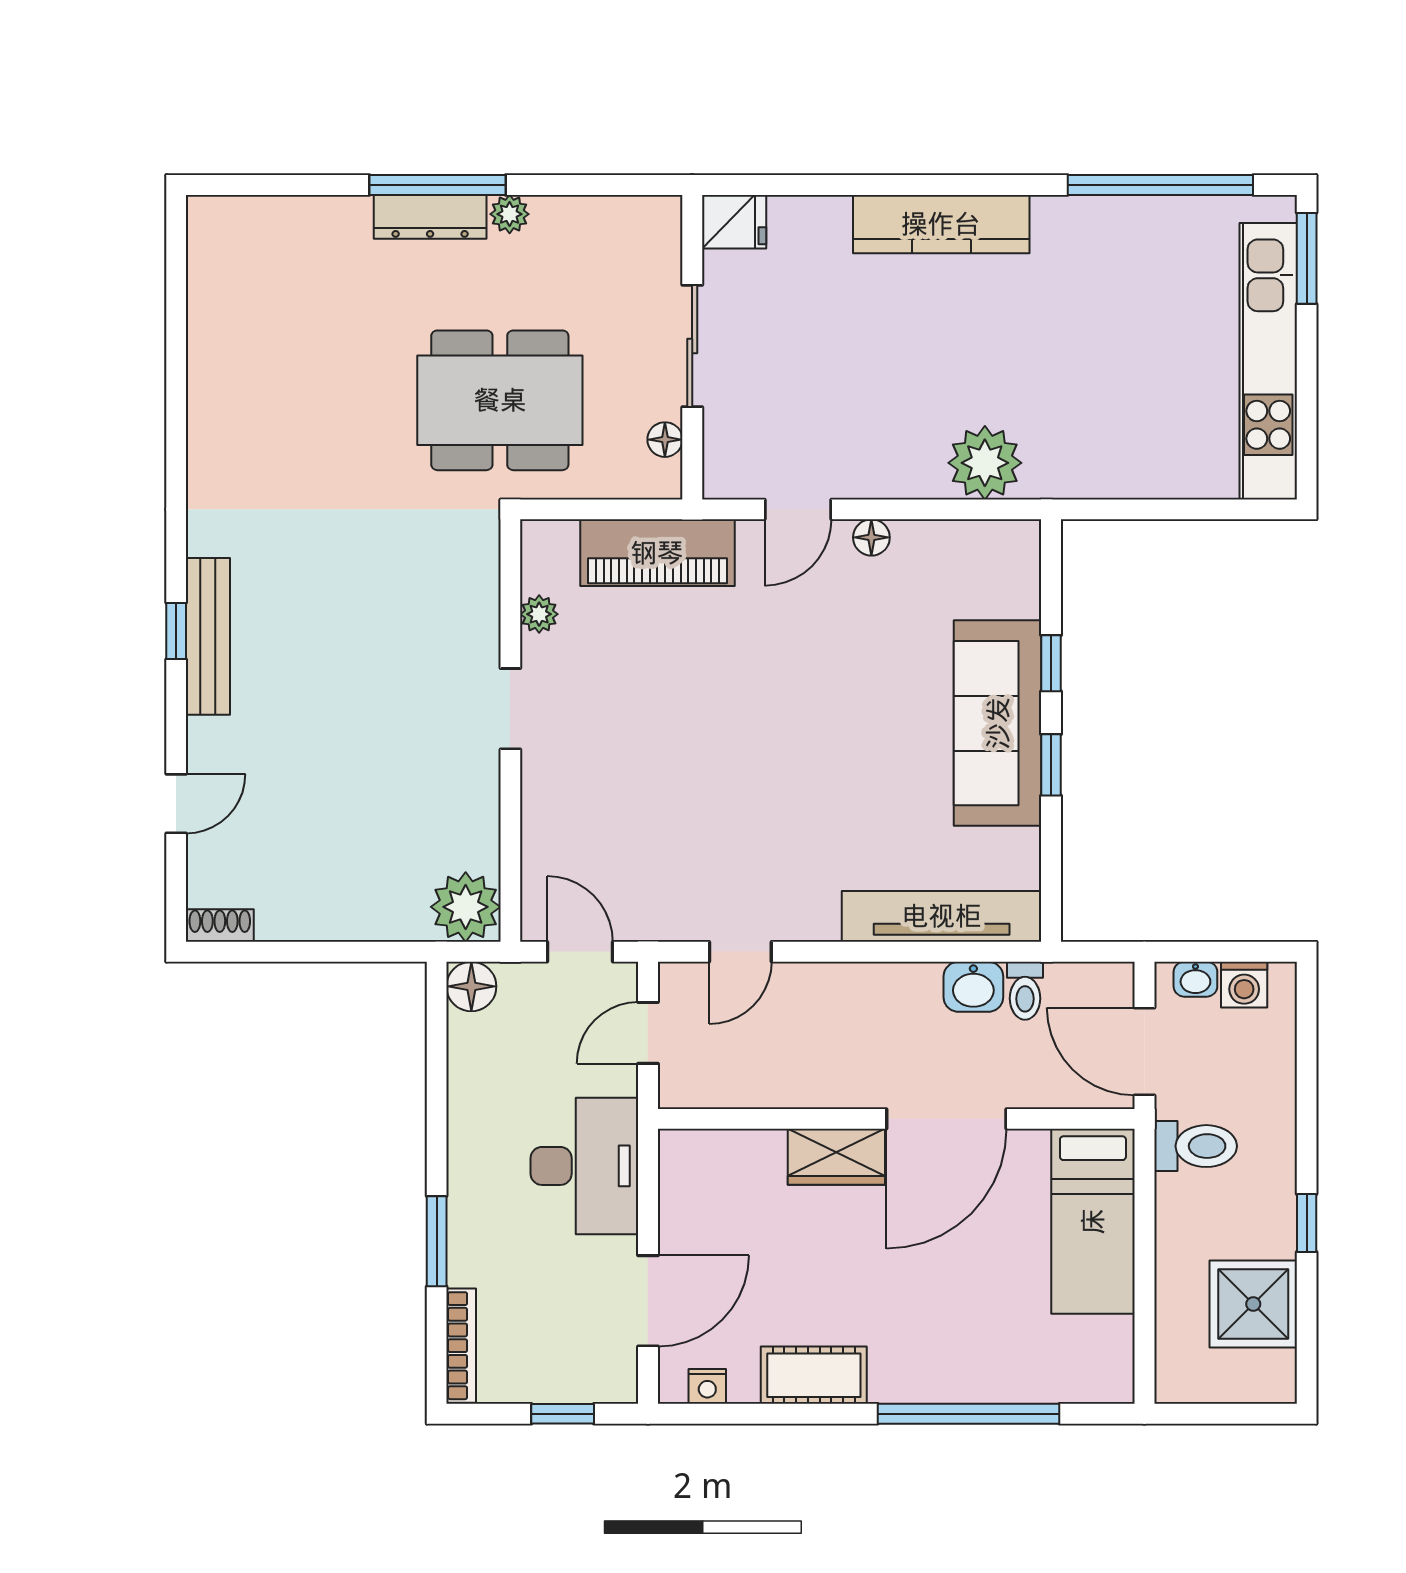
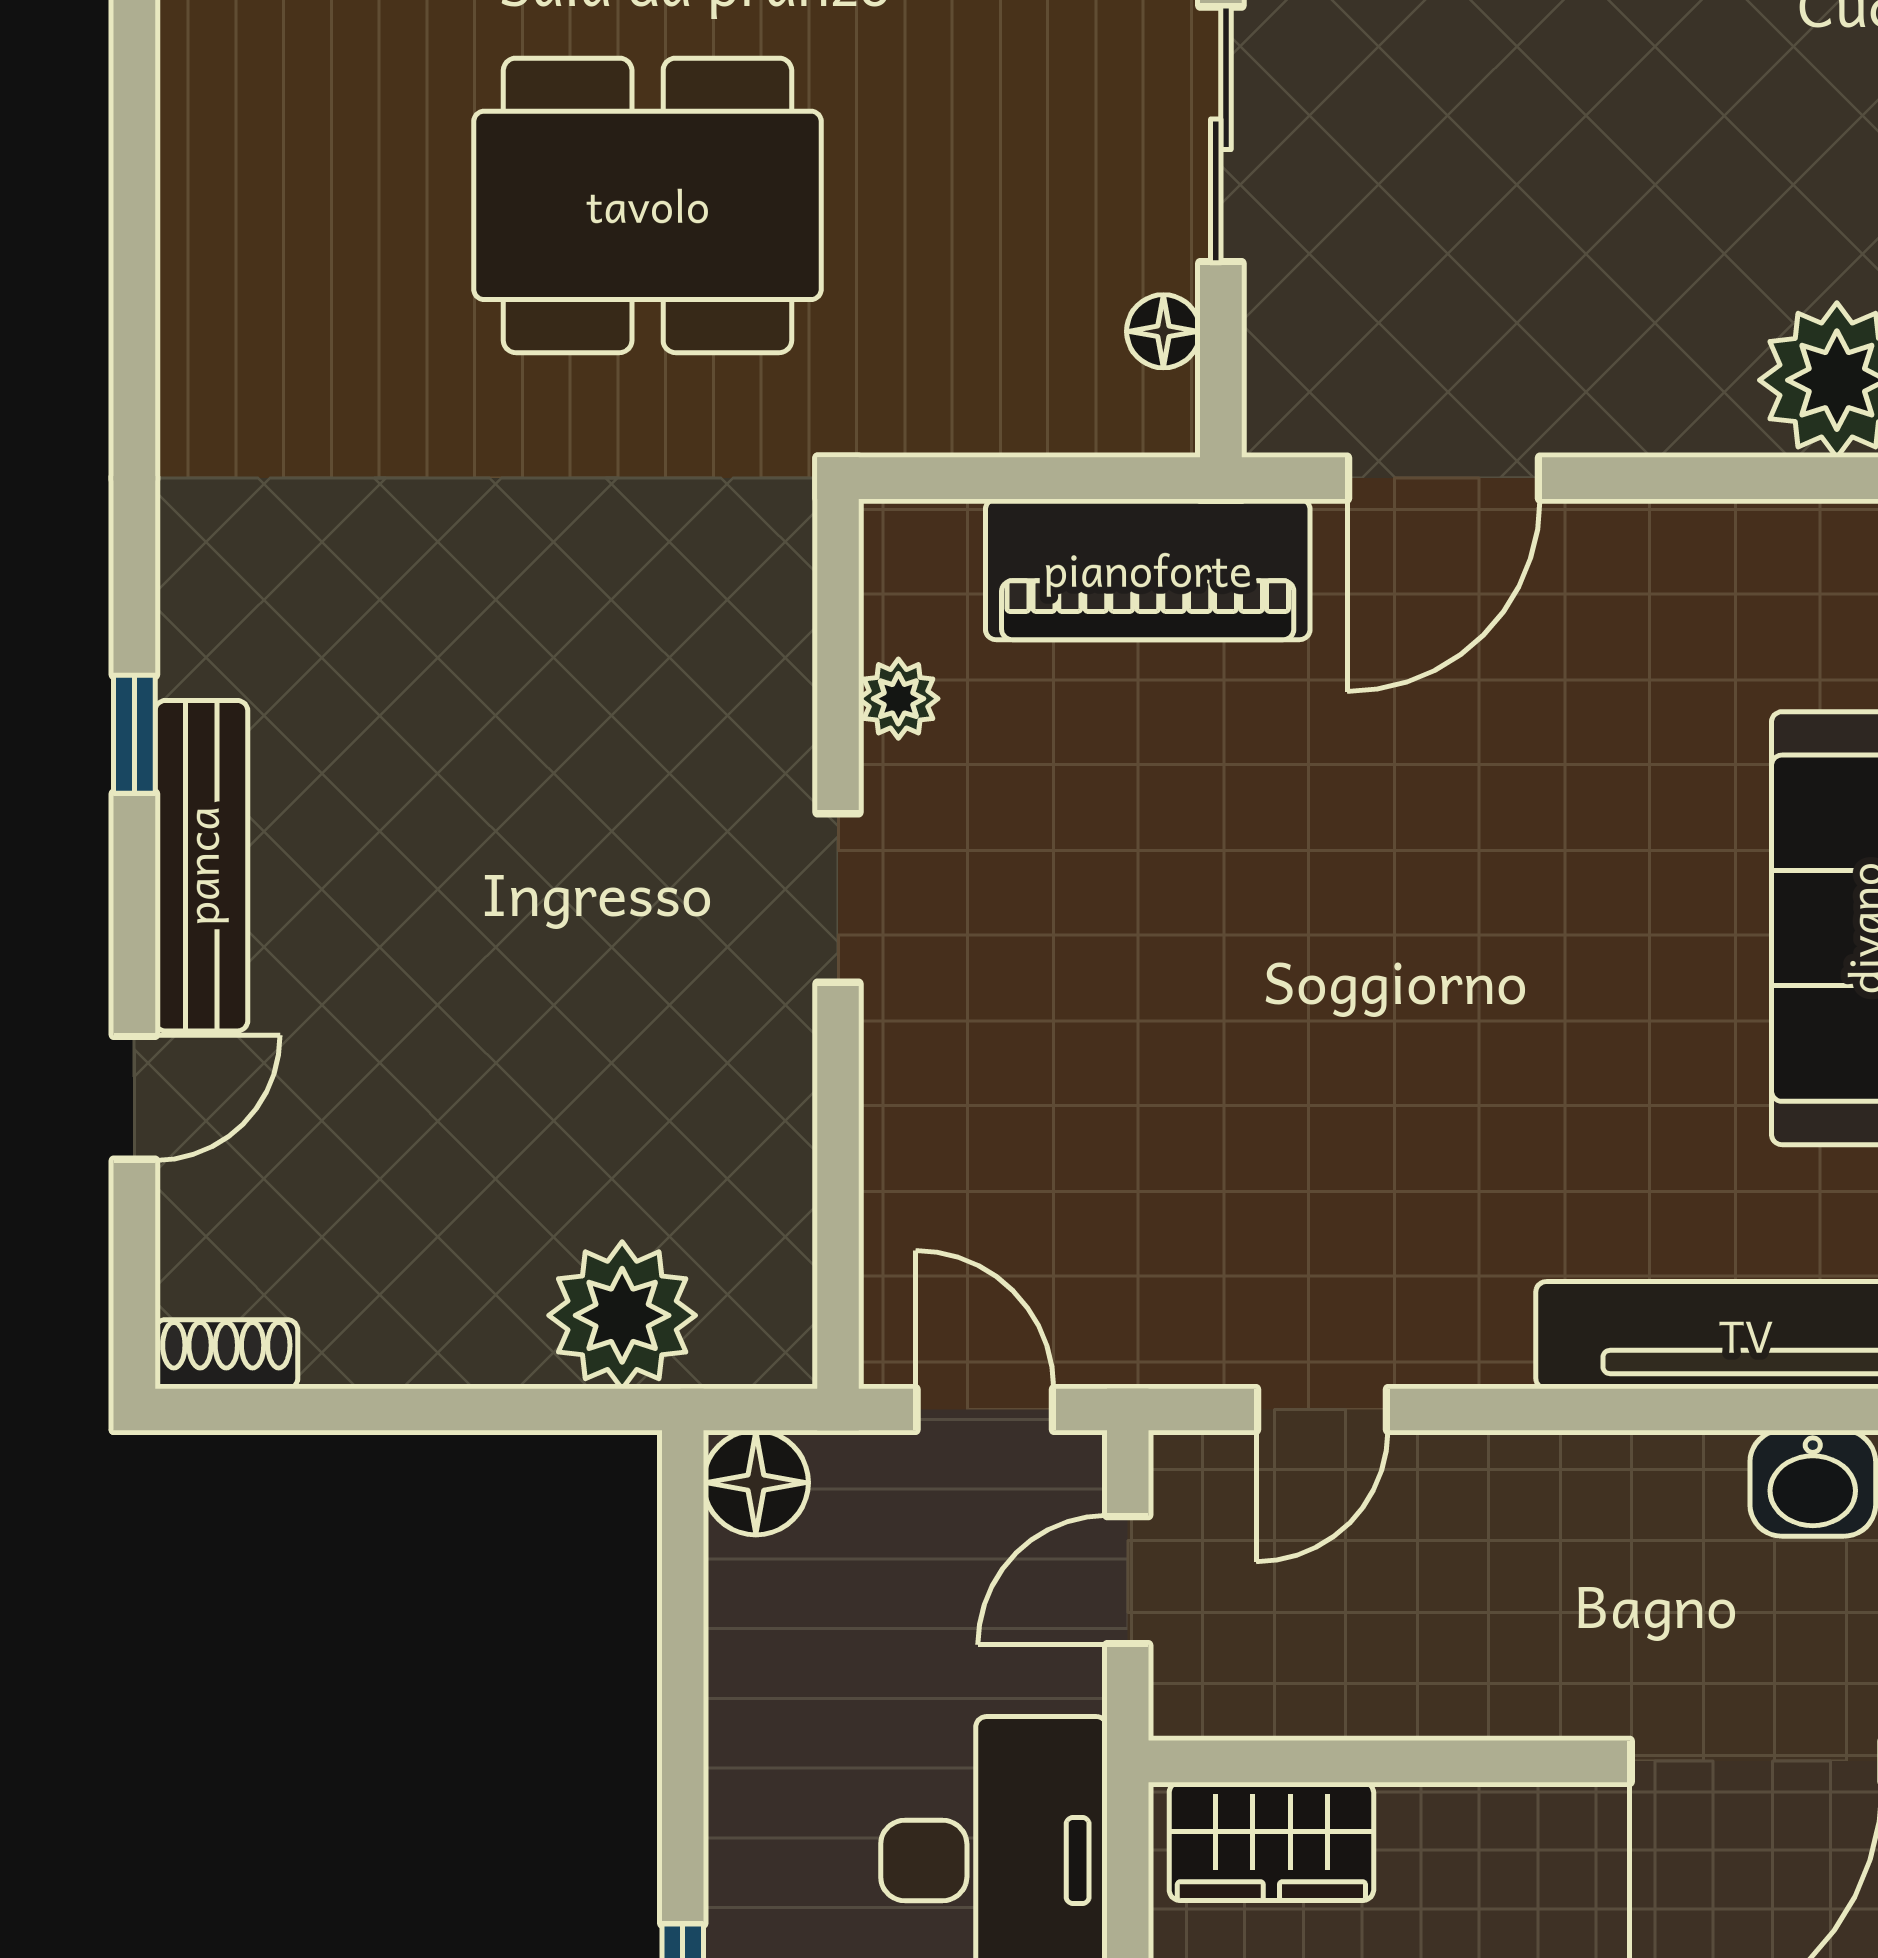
dining table: (500, 400) -> (648, 205), moved
door: (798, 509) -> (1444, 478), width x1.38
floor lamp: (871, 537) -> (1598, 537), removed
bench: (208, 636) -> (201, 866), moved
plant: (466, 907) -> (622, 1315), moved
wardrobe: (836, 1157) -> (1271, 1841), moved

